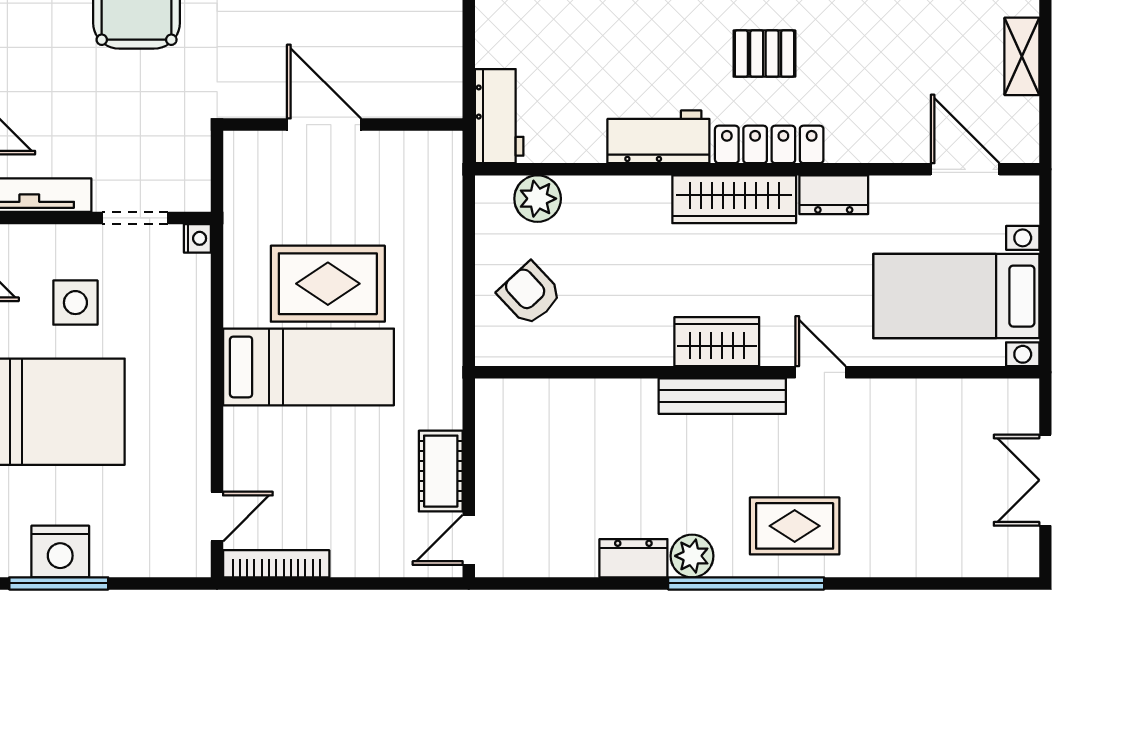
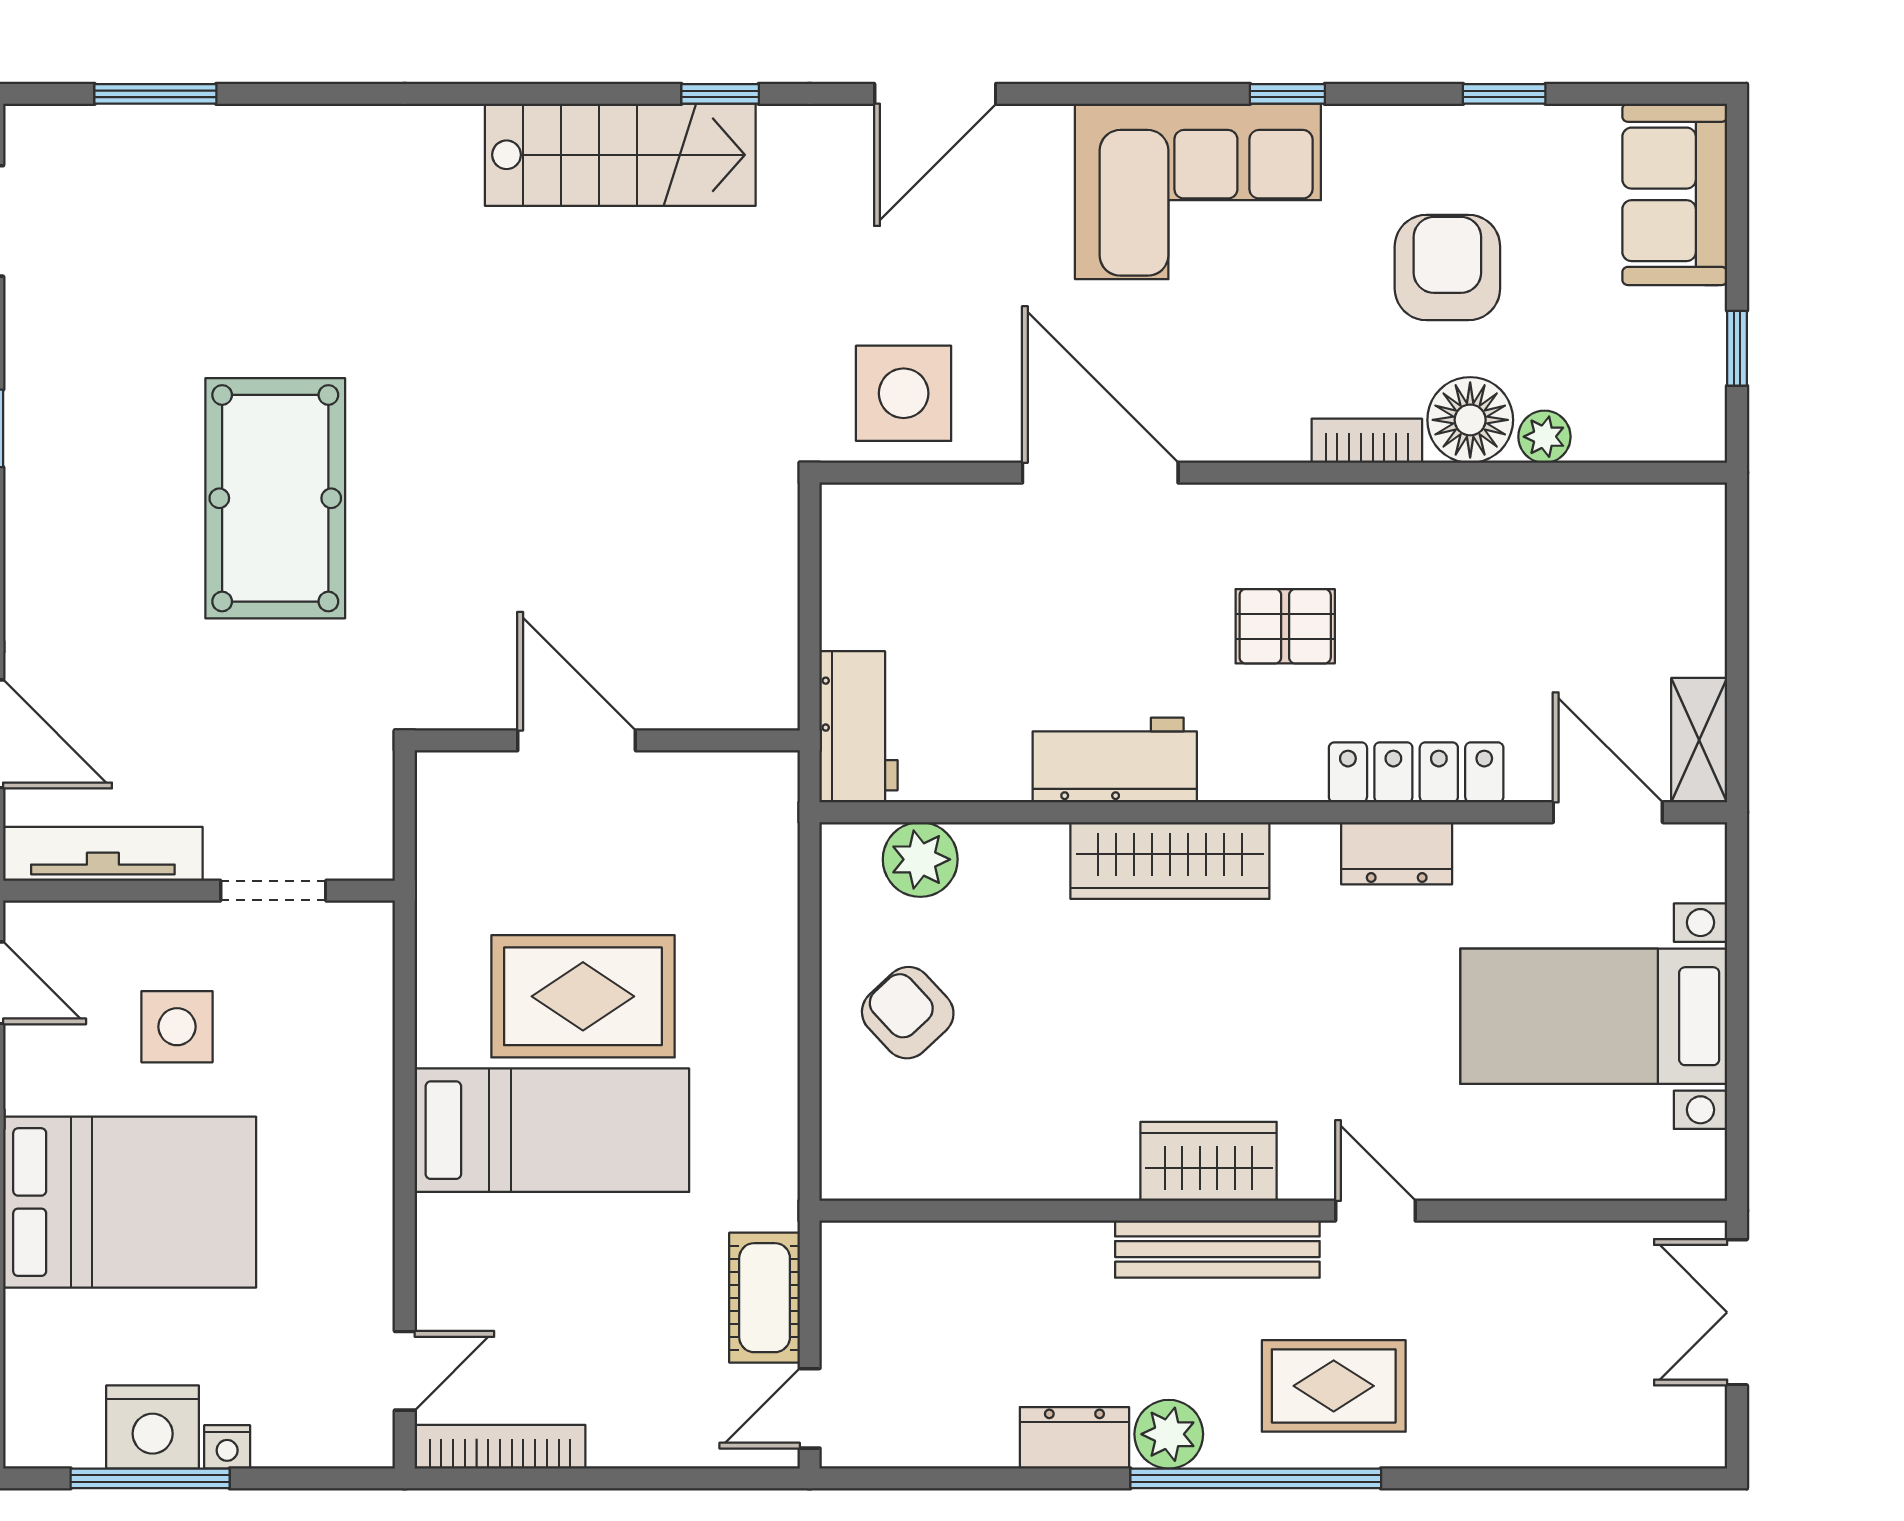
shelving: (1022, 56) -> (1699, 740), moved
locker: (769, 144) -> (1416, 772), moved
wardrobe: (734, 199) -> (1170, 861), moved
nightstand: (197, 238) -> (227, 1447), moved, turned 90
wardrobe: (717, 342) -> (1209, 1161), moved
wall: (757, 372) -> (1273, 1211), moved
door: (821, 372) -> (1375, 1211), moved
bench: (722, 396) -> (1217, 1249), moved

